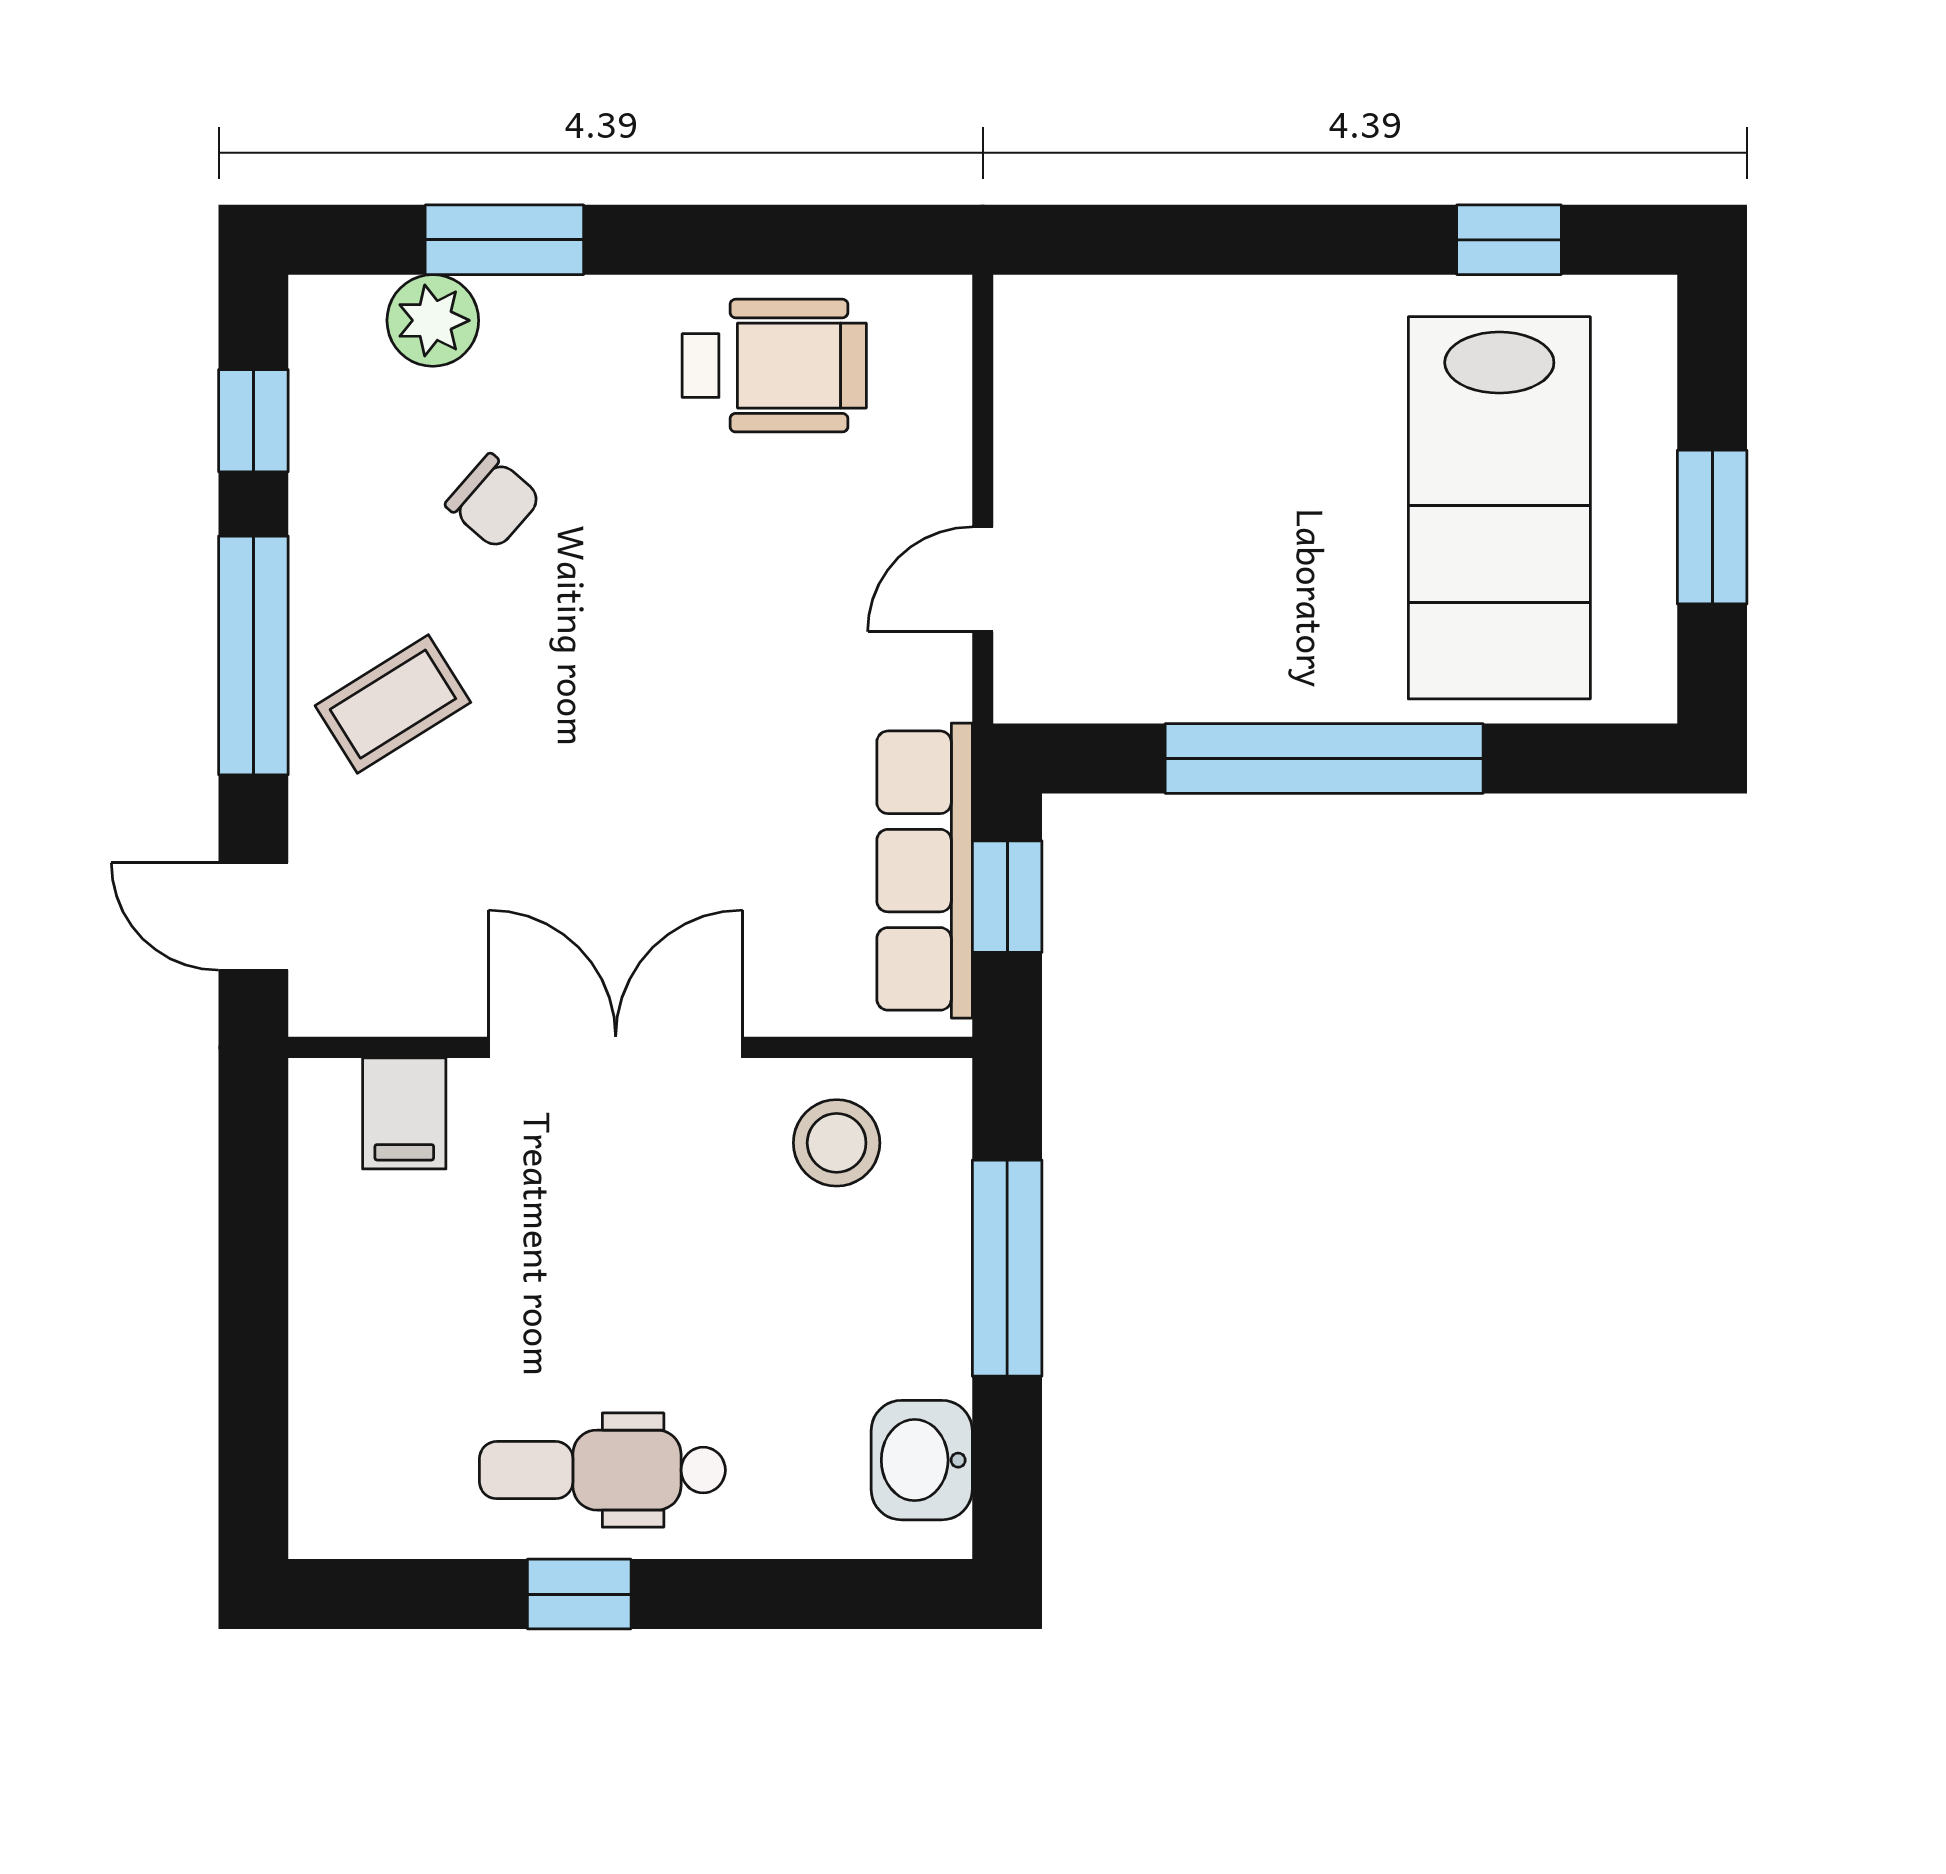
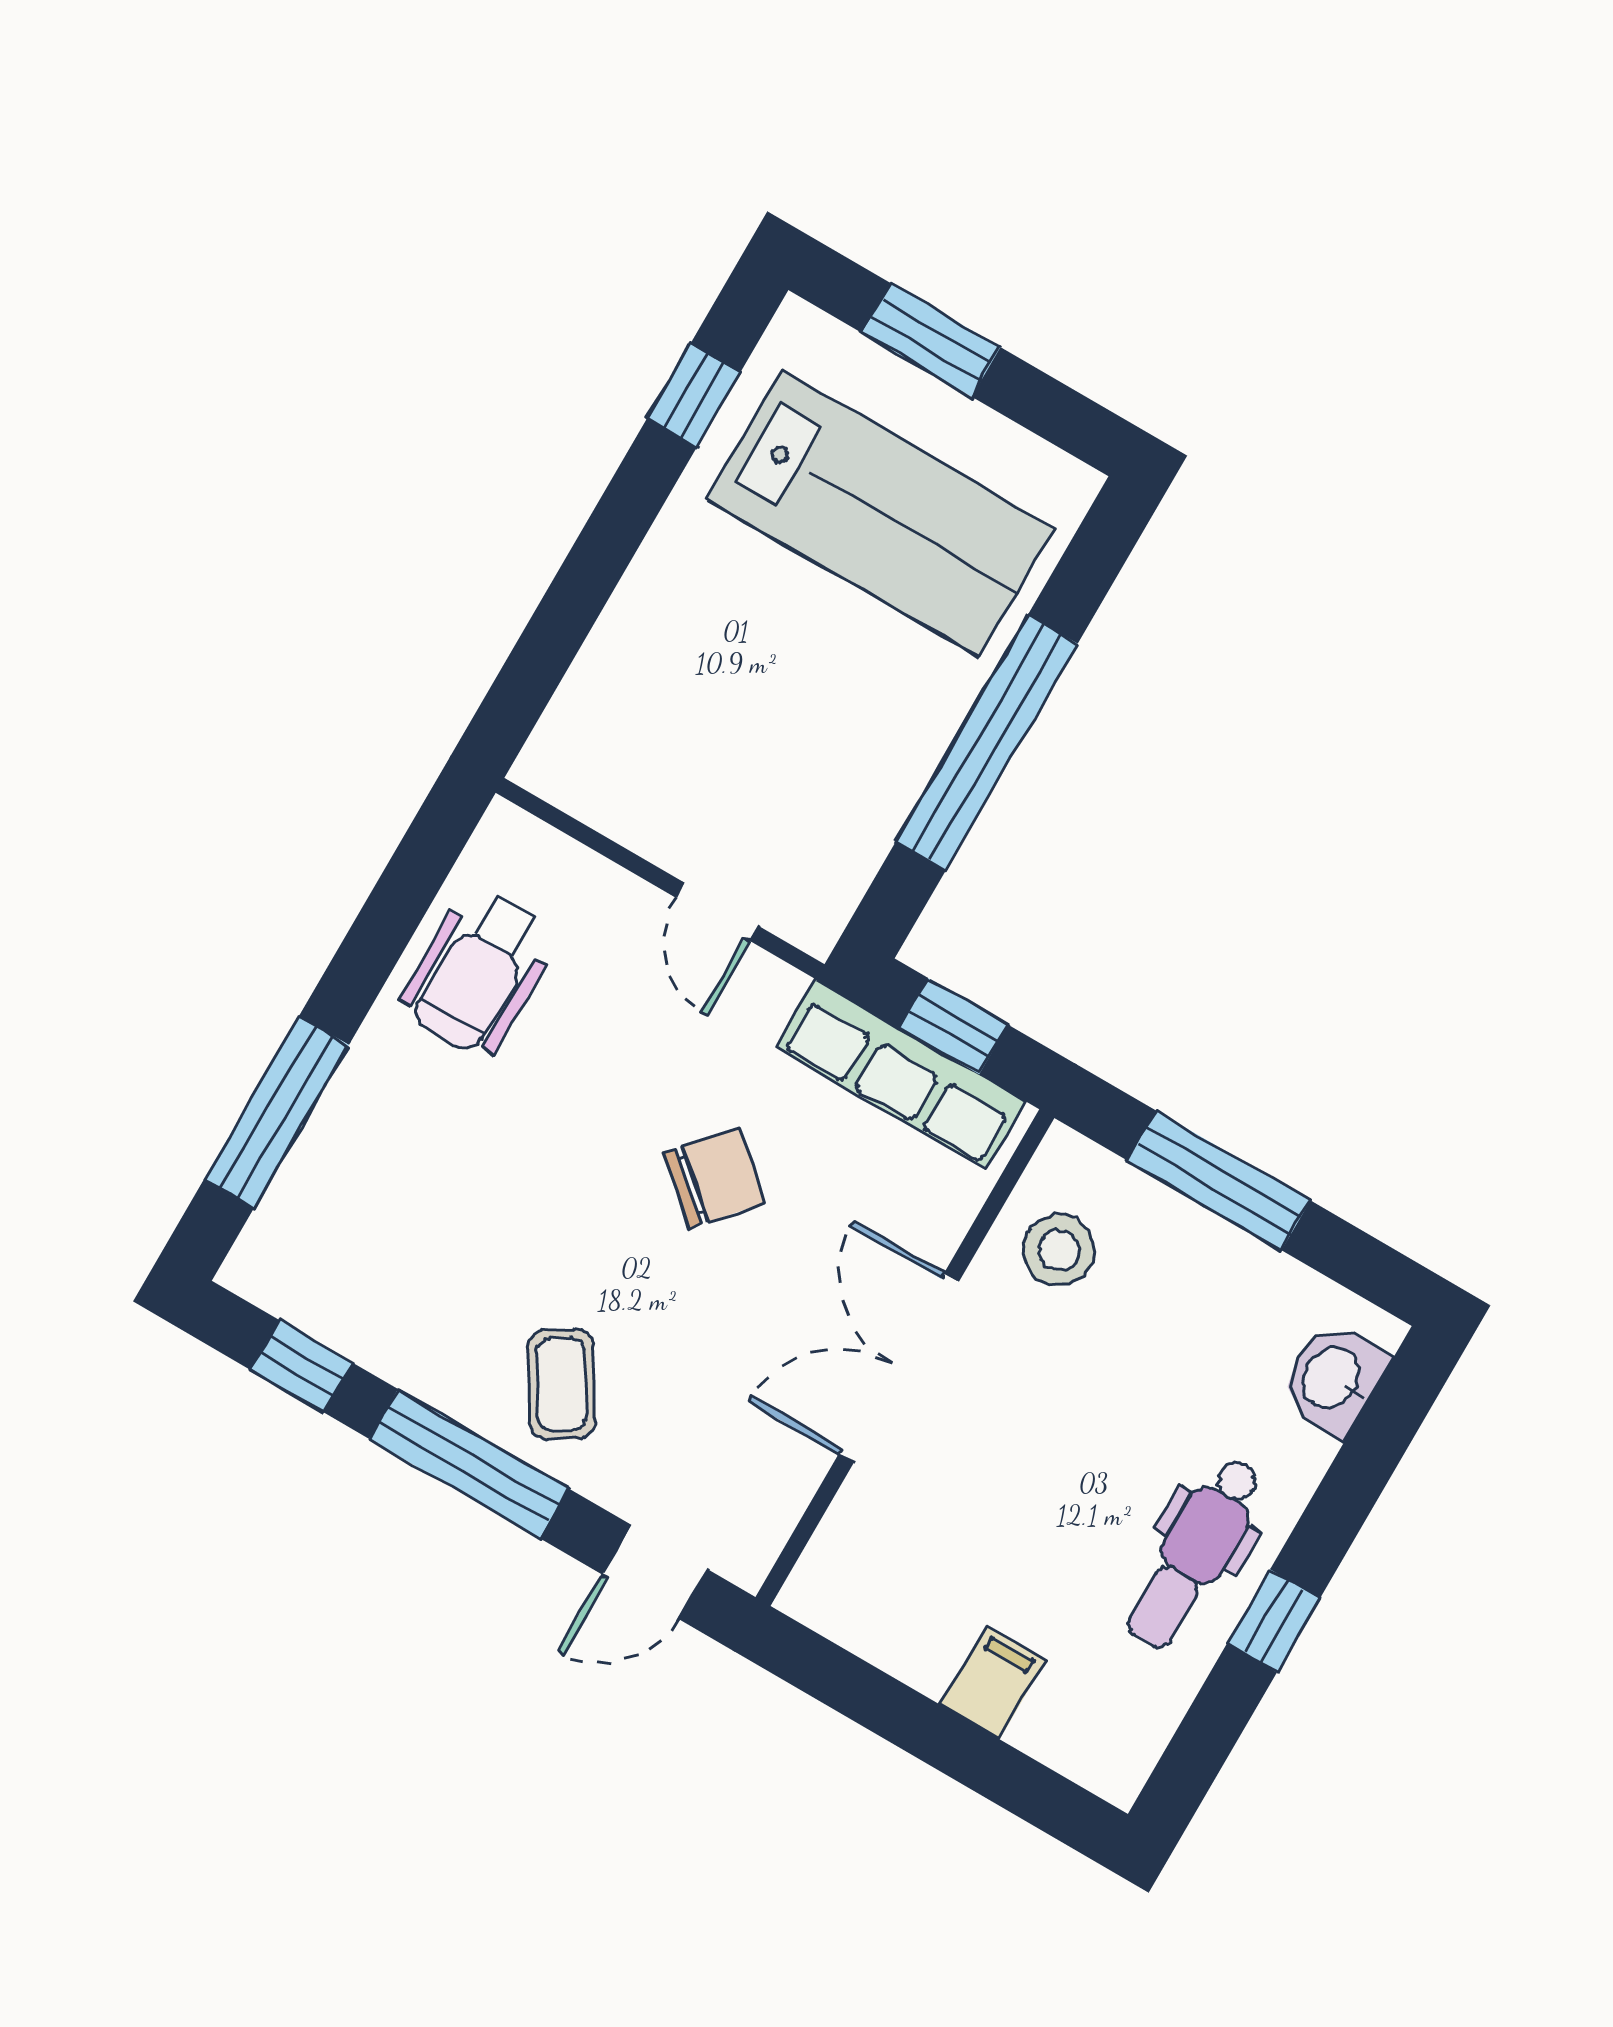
window: (504, 240) -> (277, 1112), width x1.44
plant: (433, 320) -> (304, 1197), removed
wheelchair: (774, 366) -> (478, 972), turned 180
chair: (493, 501) -> (715, 1178), moved, width x1.37, depth x1.37
window: (1712, 527) -> (931, 340), moved
filing cabinet: (404, 1113) -> (993, 1682), moved, turned -90
washbasin: (922, 1460) -> (1333, 1379), moved, turned 90

